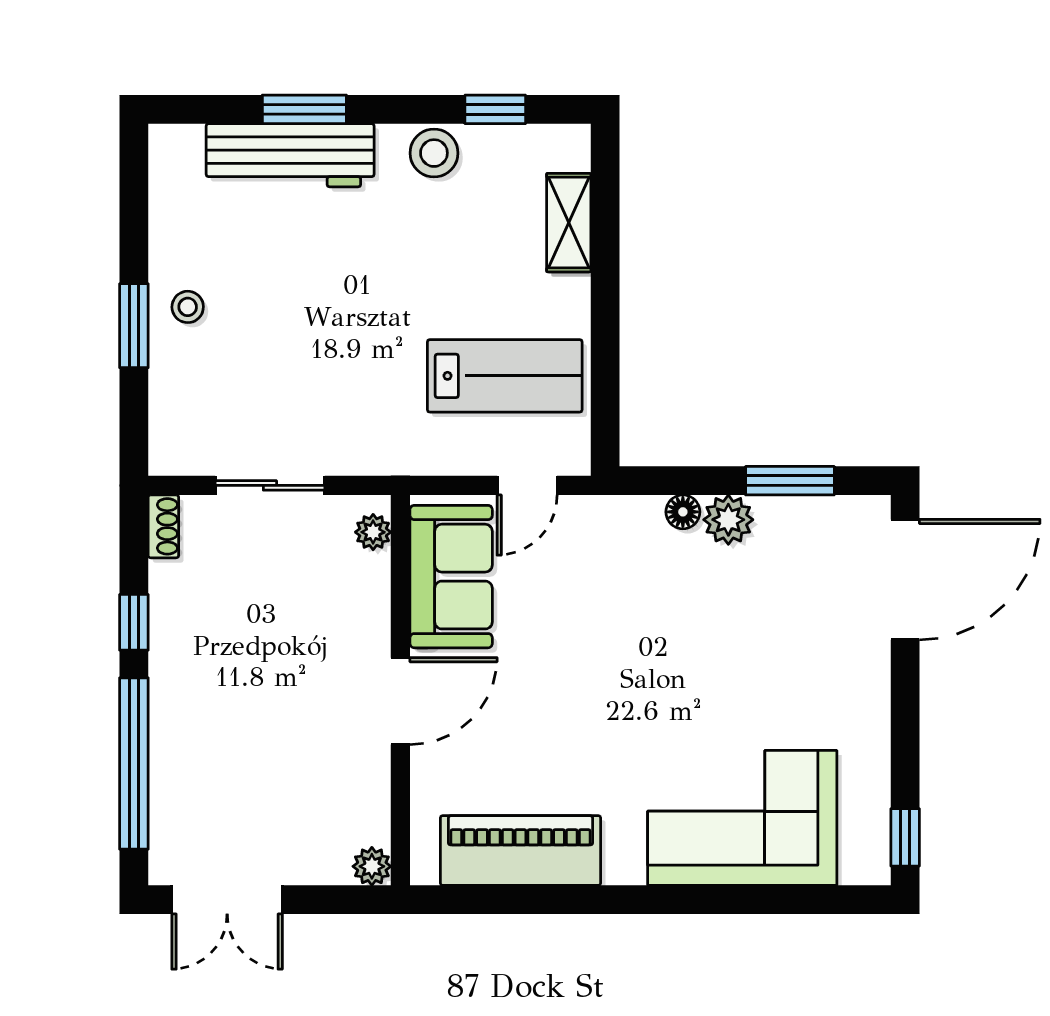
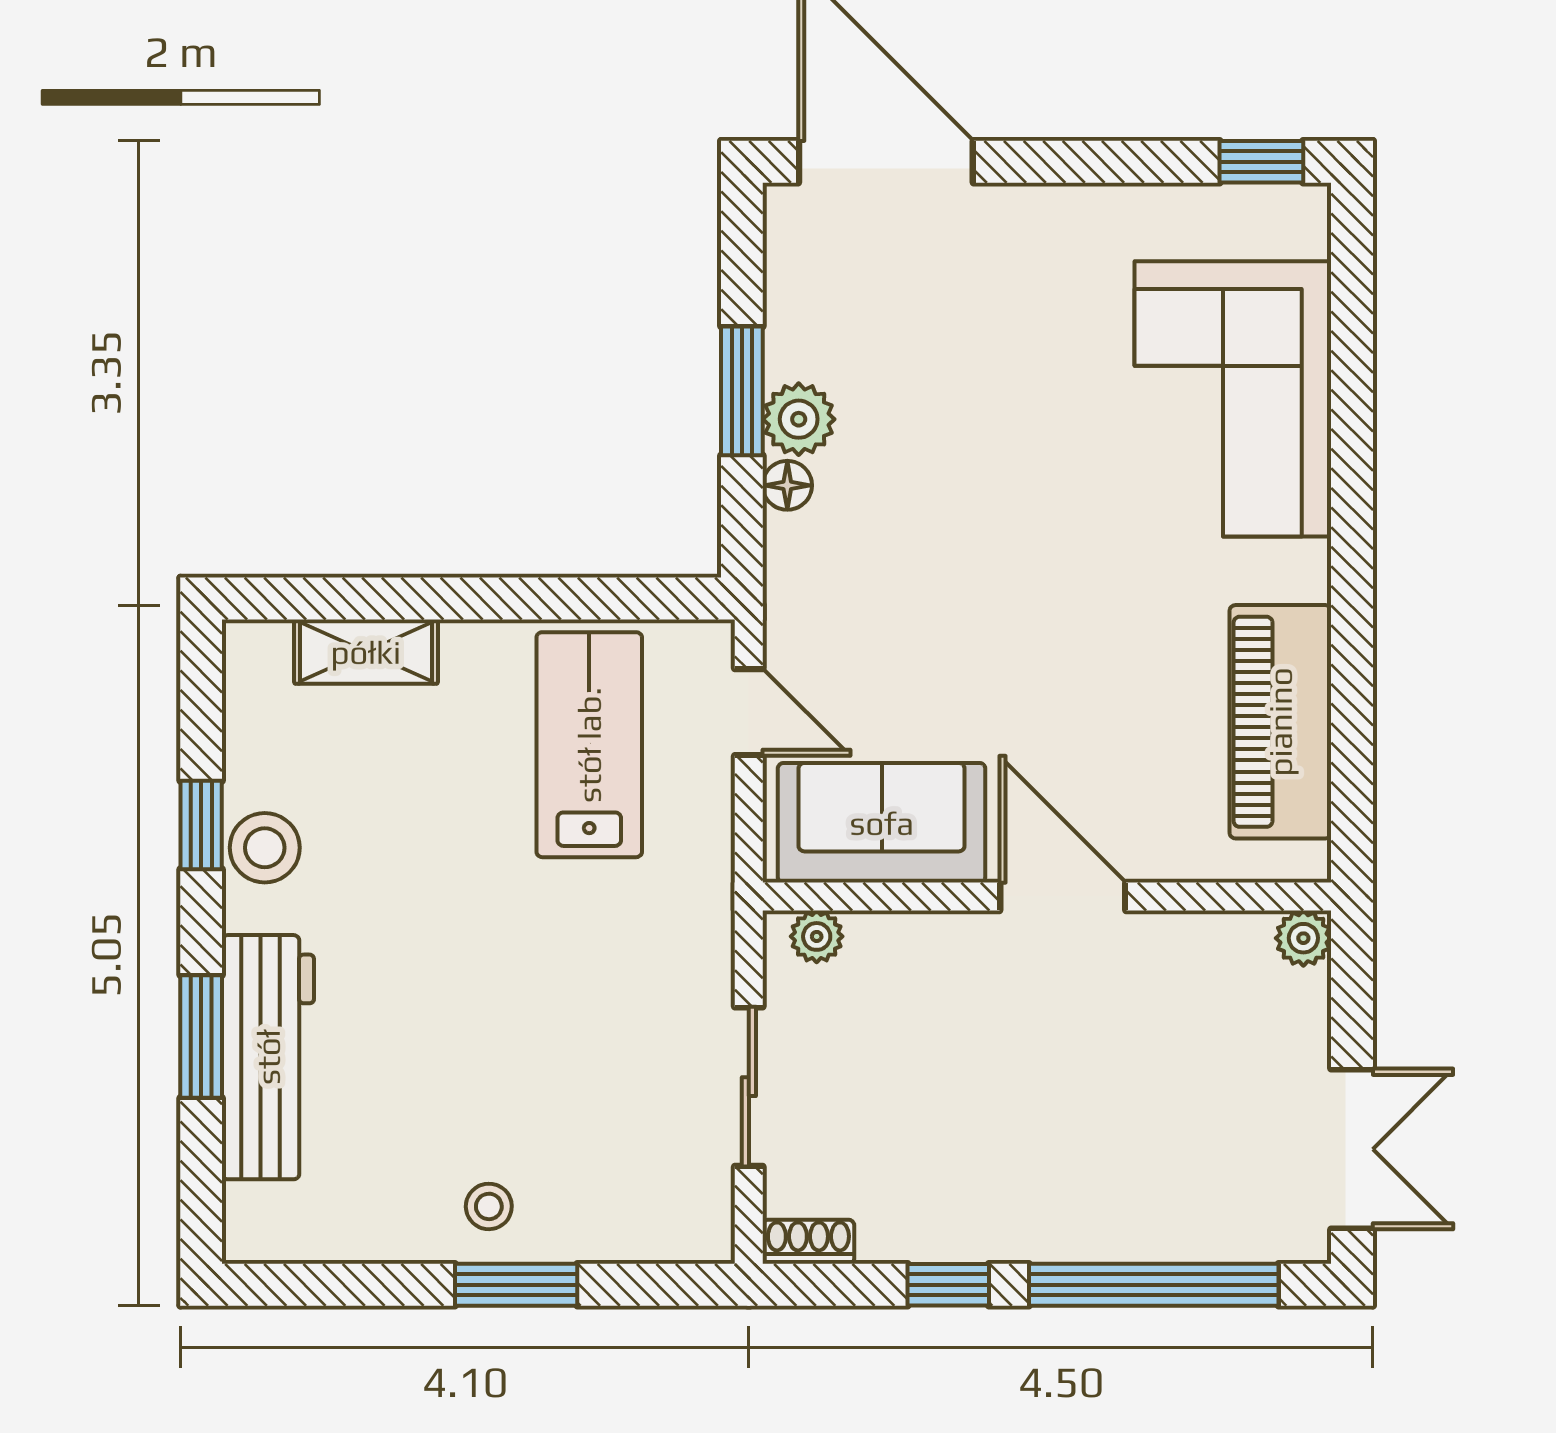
window: (495, 109) -> (201, 825), moved
window: (790, 481) -> (742, 391), moved

